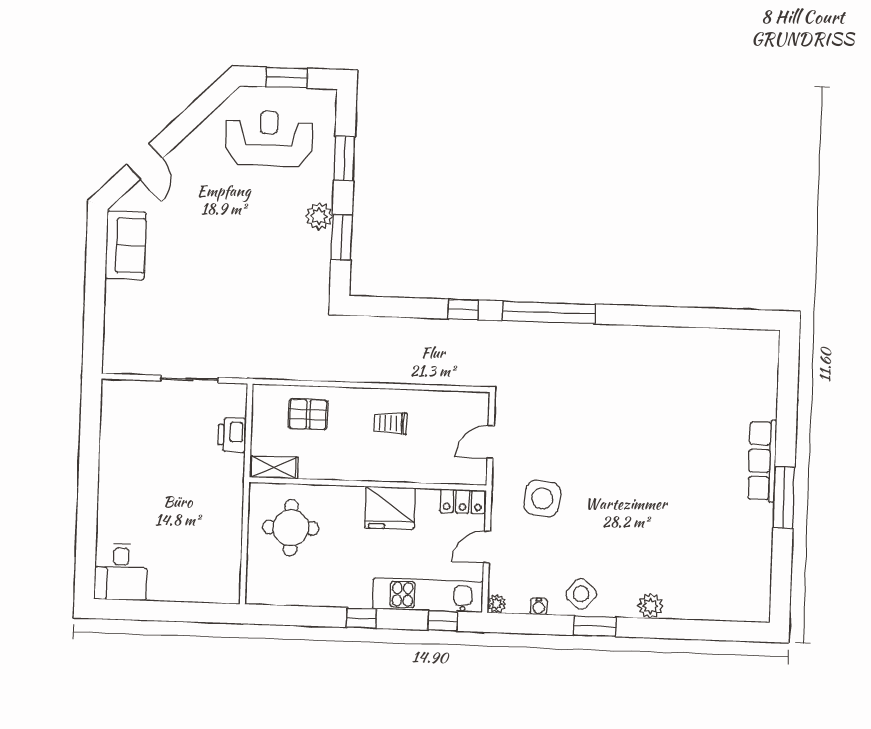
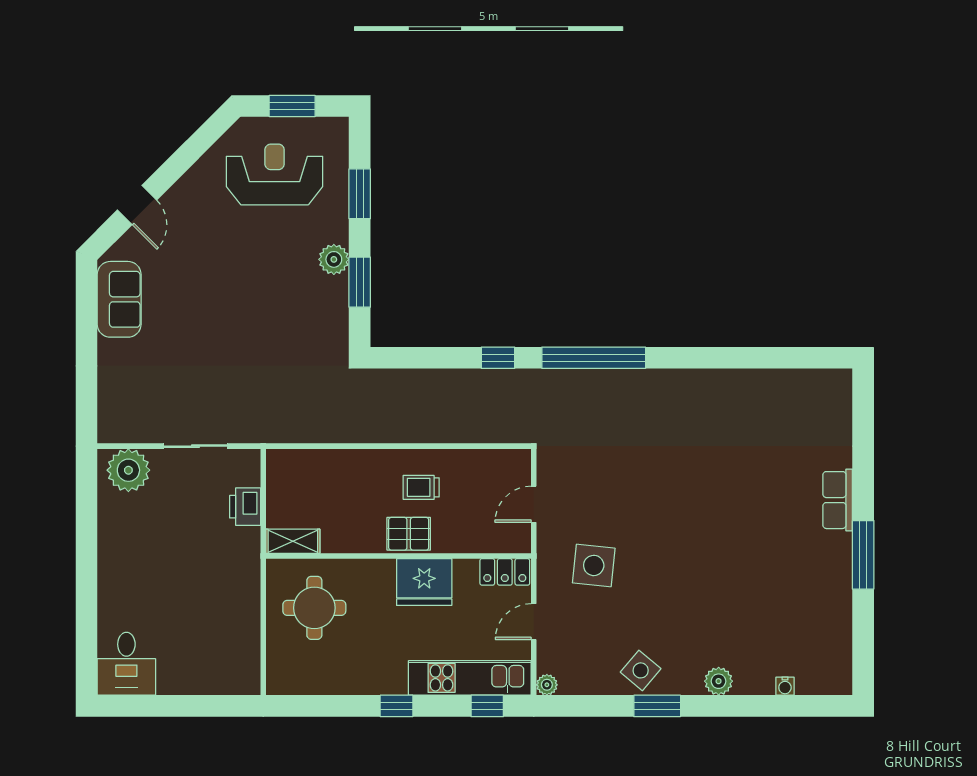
plant: (129, 399) -> (128, 470), added
pallet: (308, 414) -> (409, 534), moved
row of seats: (762, 461) -> (838, 500), width x0.68
water cooler: (539, 606) -> (785, 686), moved

